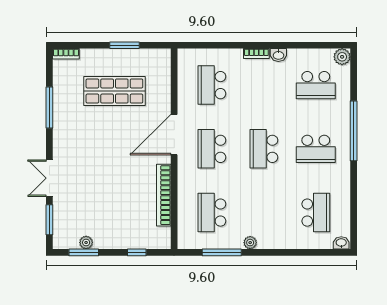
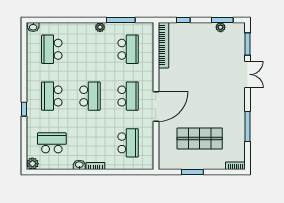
window: (354, 131) -> (24, 109), width x0.32
school desk: (316, 149) -> (52, 96), turned -90
bookcase: (164, 195) -> (163, 45), moved

